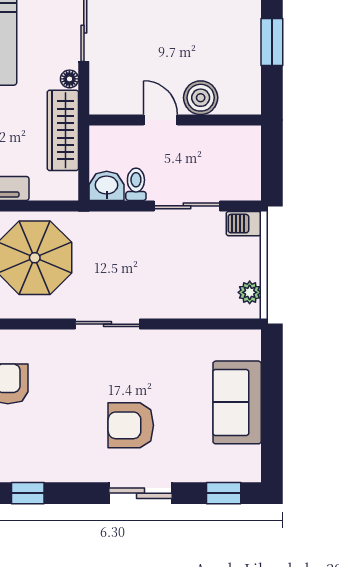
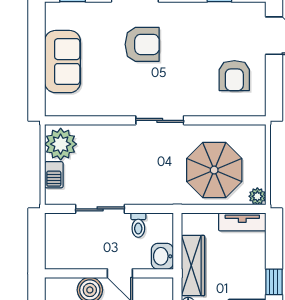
washbasin: (107, 186) -> (162, 256), moved, turned 90
barbecue: (244, 224) -> (54, 175), moved, turned 90
plant: (250, 292) -> (61, 144), width x1.88, depth x1.88

